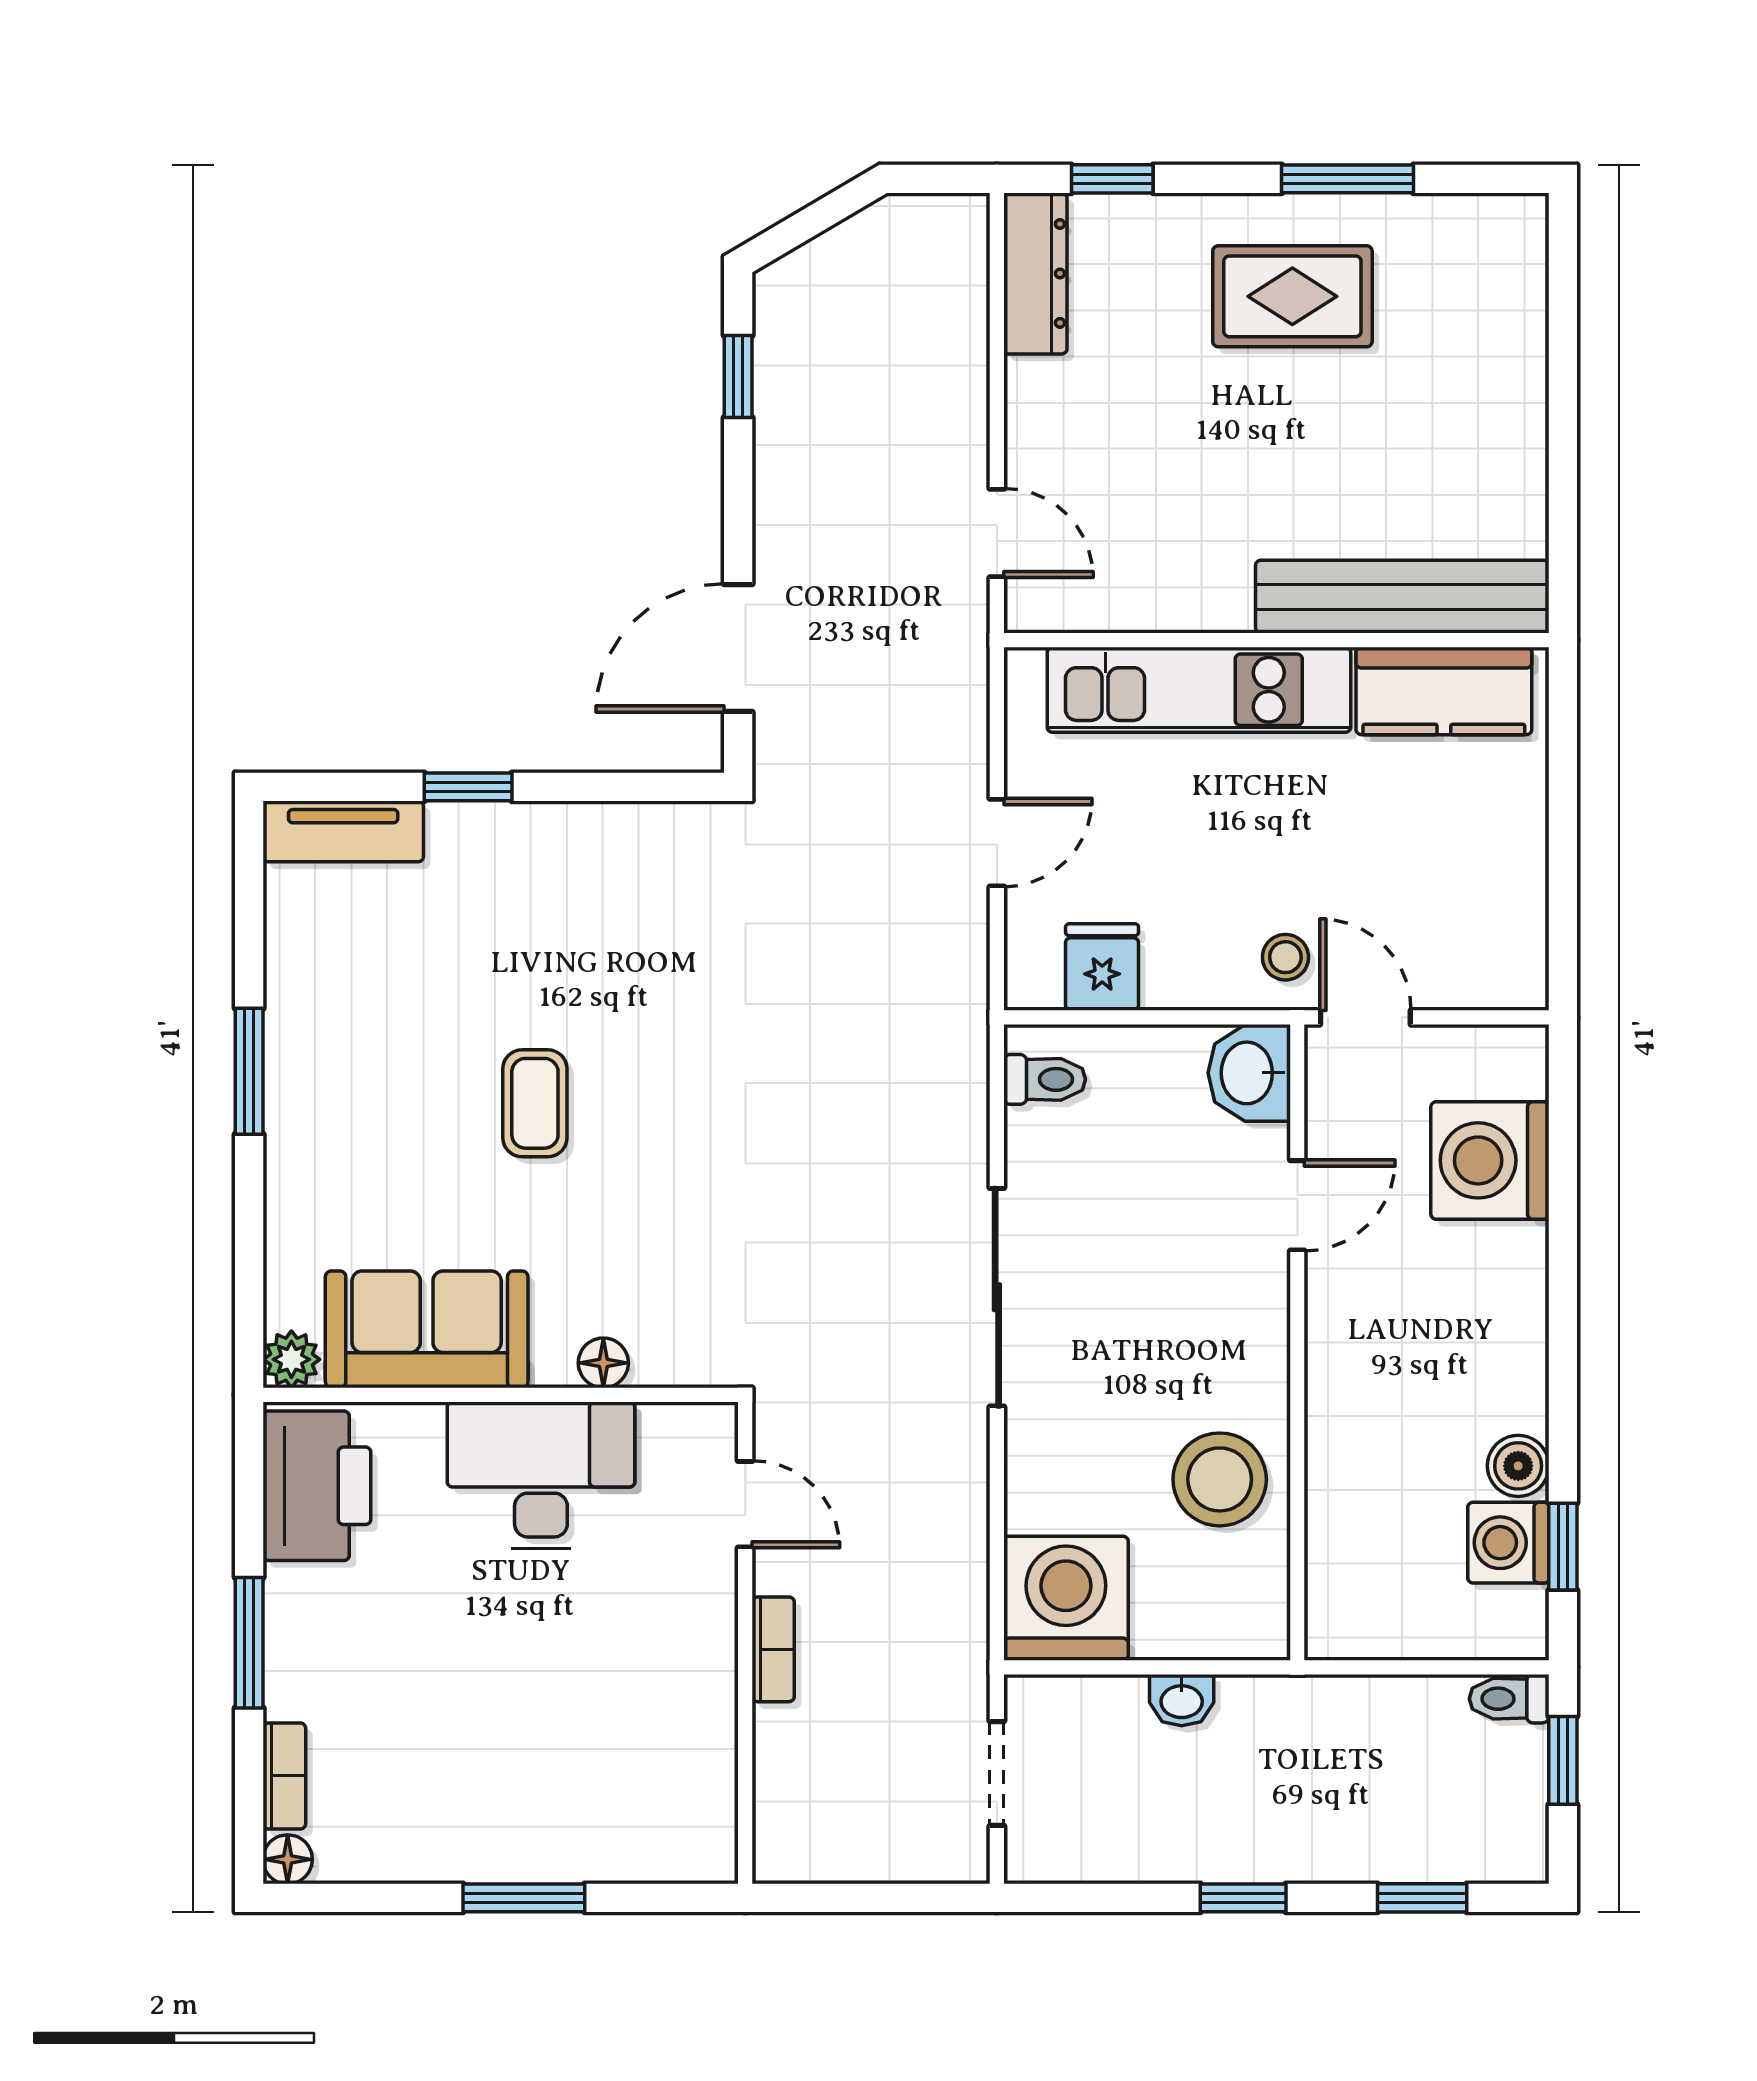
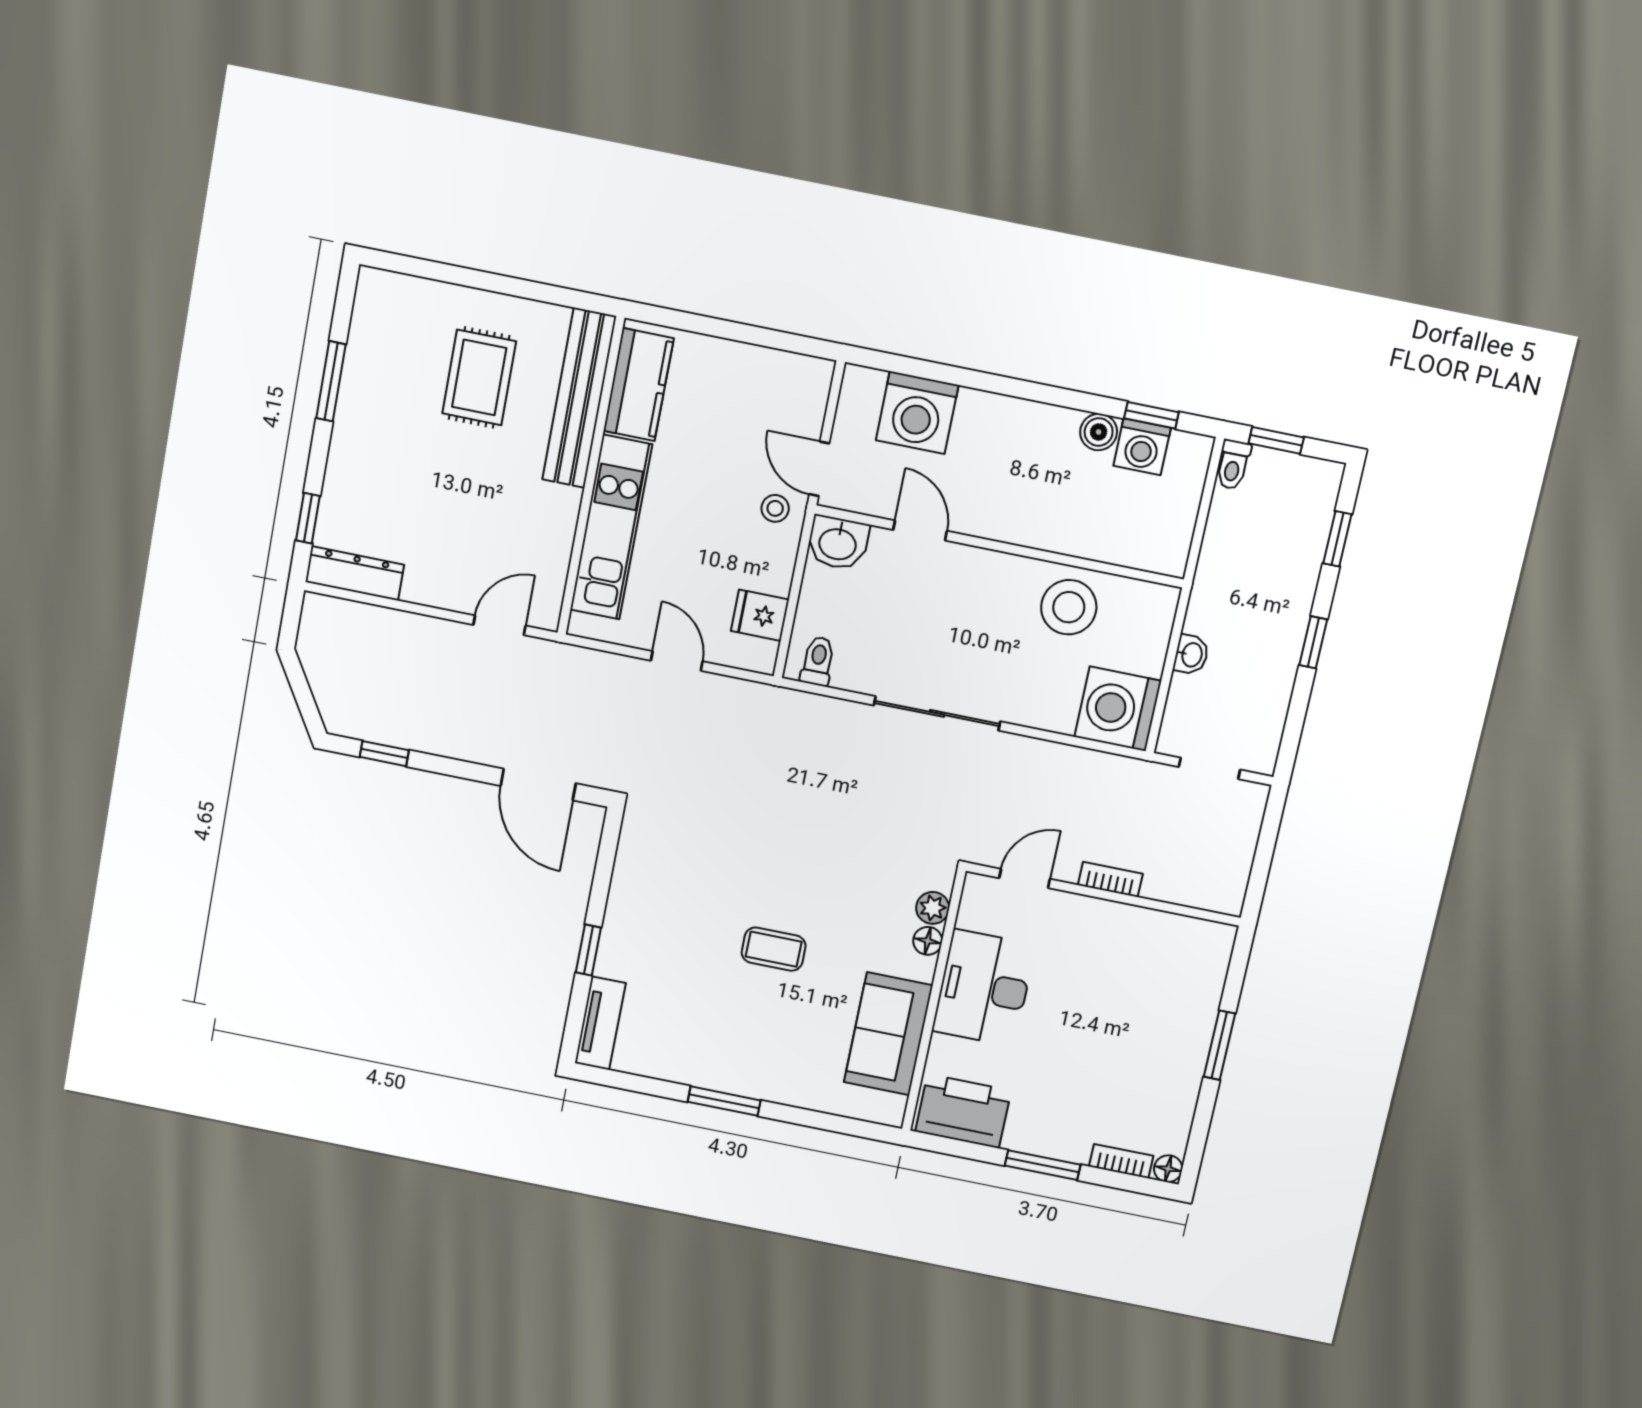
rug: (1292, 296) -> (479, 377), moved
door: (1365, 1017) -> (819, 469), hinge flipped
plant: (291, 1359) -> (933, 908), moved

